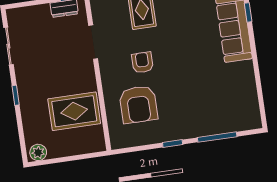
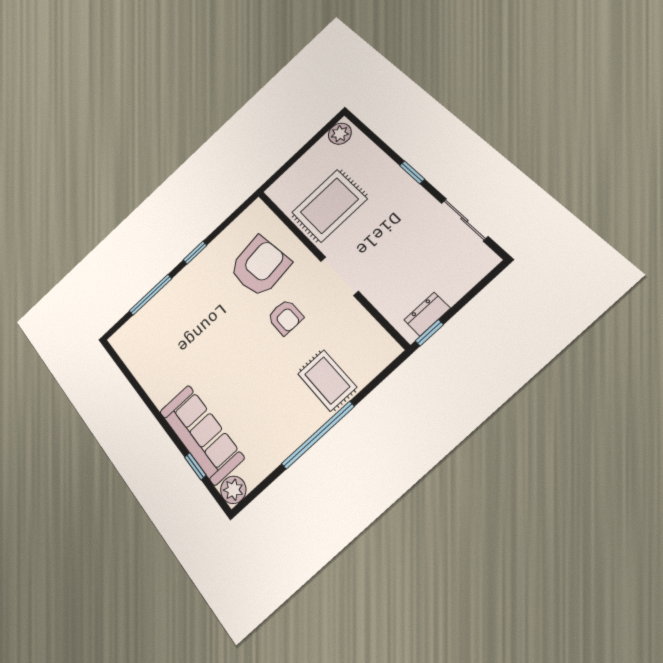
doorway: (93, 42) -> (339, 276), moved
armchair: (138, 104) -> (260, 266), turned 83

